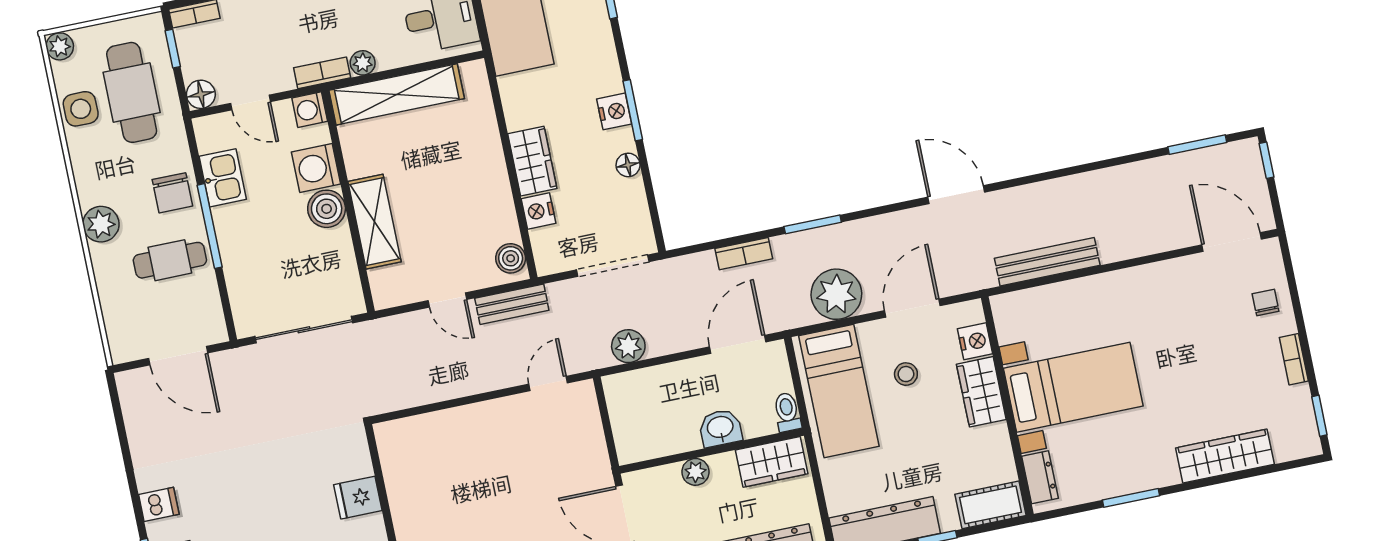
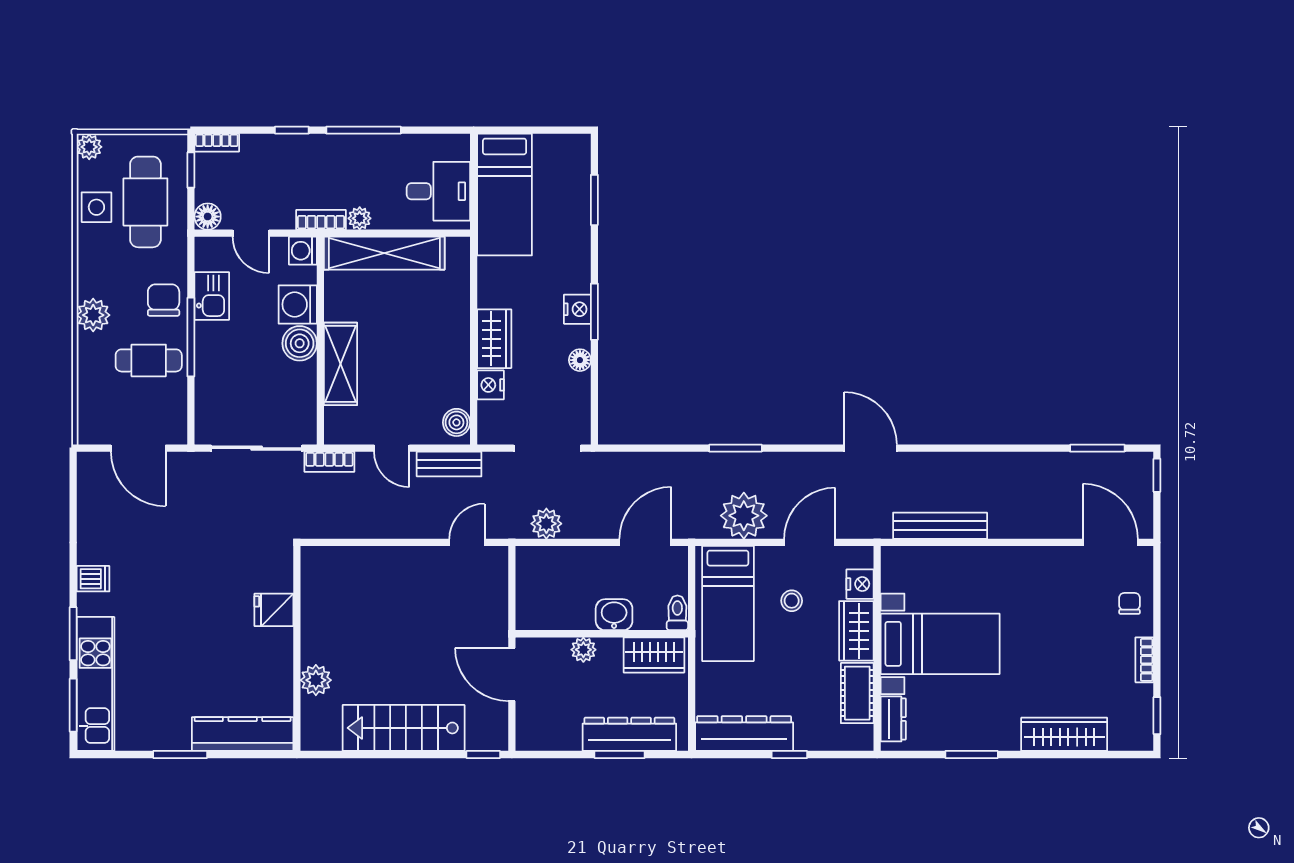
chair: (172, 193) -> (164, 300), turned 180
bookcase: (744, 254) -> (329, 462), moved
cot: (991, 505) -> (857, 693), moved, turned 90

